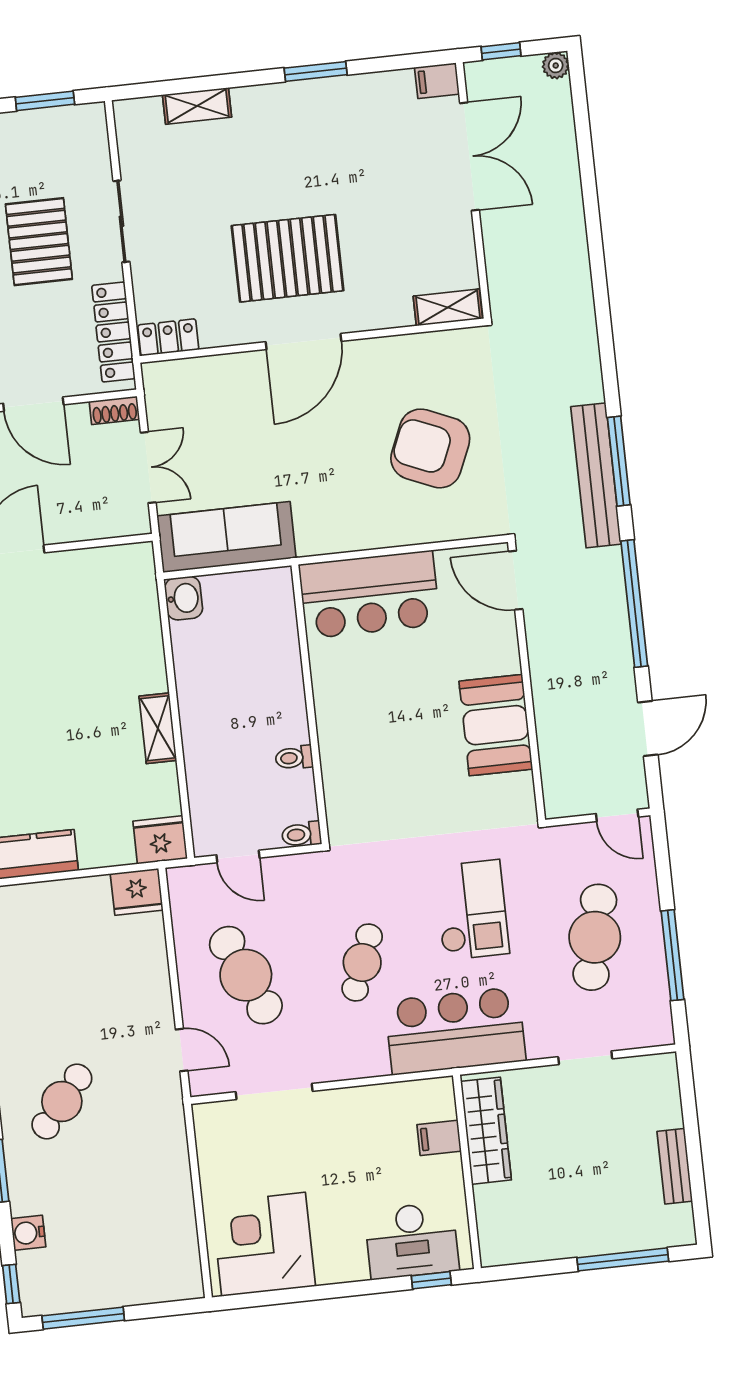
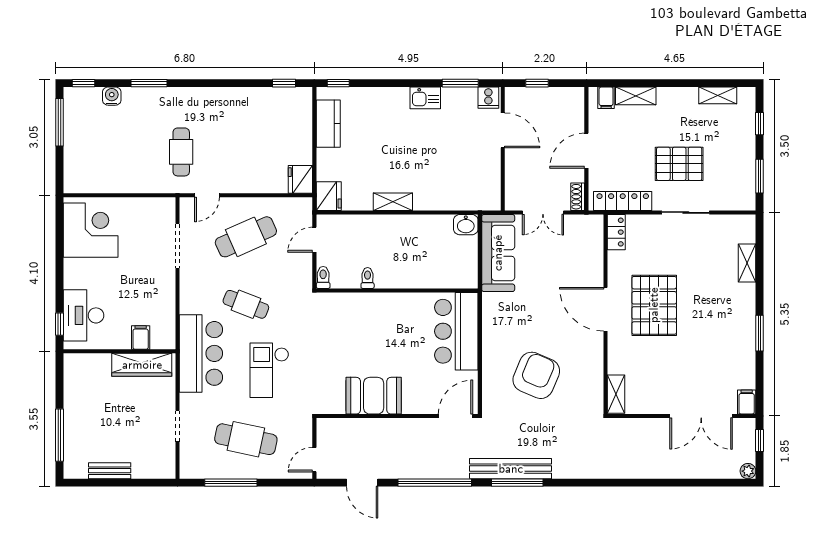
checkout: (472, 910) -> (269, 370), turned 90
cafe table: (62, 1101) -> (181, 152), moved, turned 50

